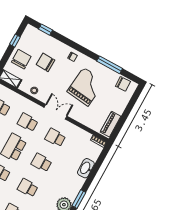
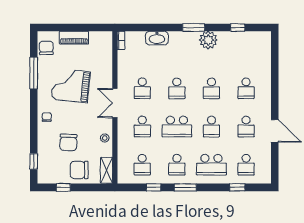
piano: (111, 124) -> (74, 38), moved

